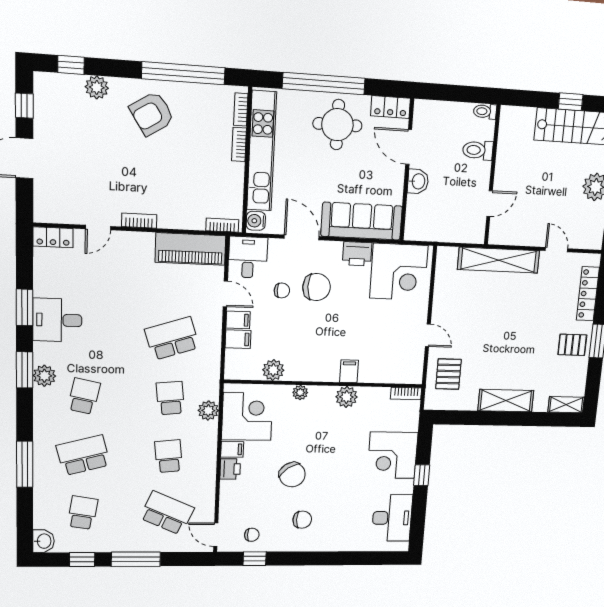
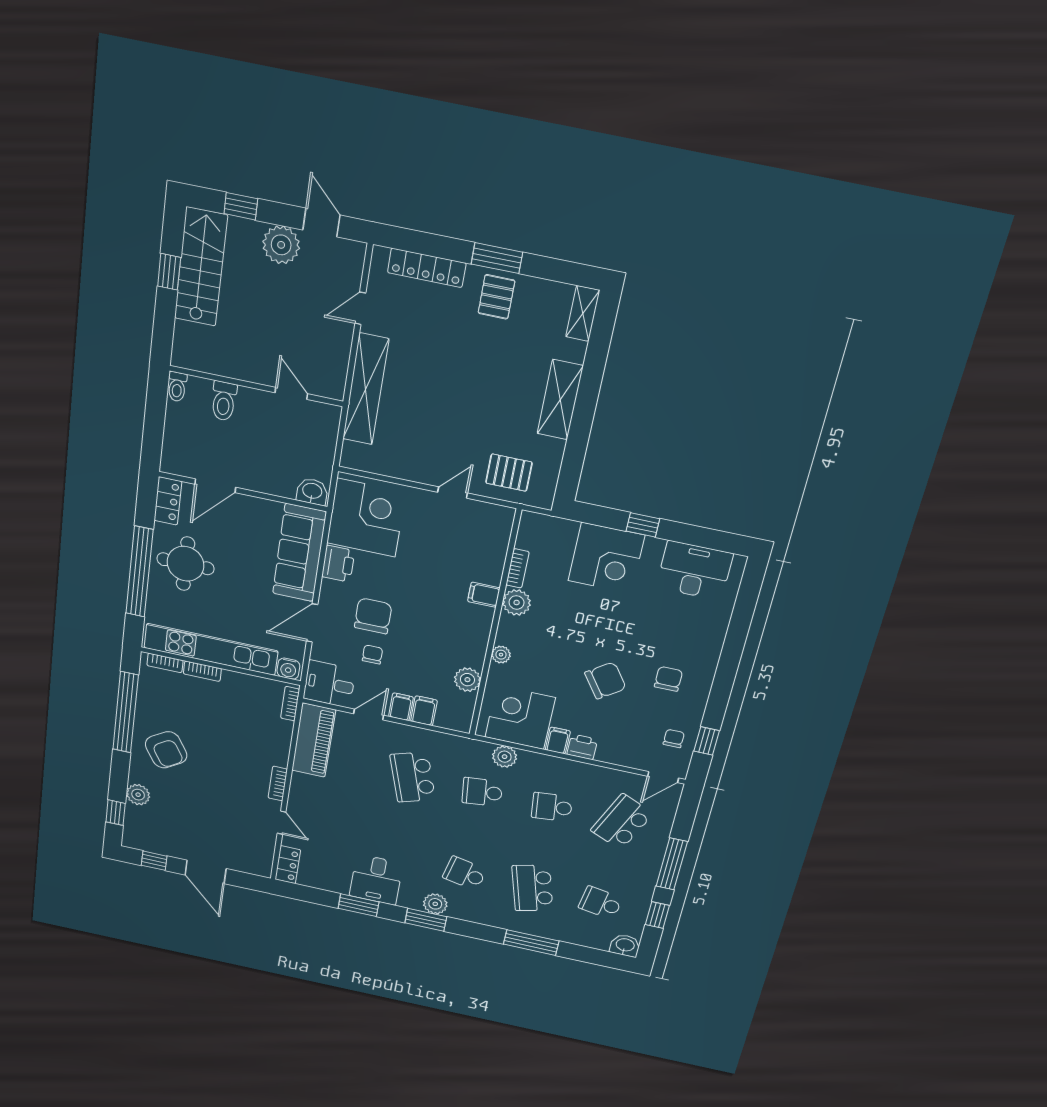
washbasin: (418, 181) -> (312, 492), moved
bookcase: (406, 394) -> (517, 568), moved

